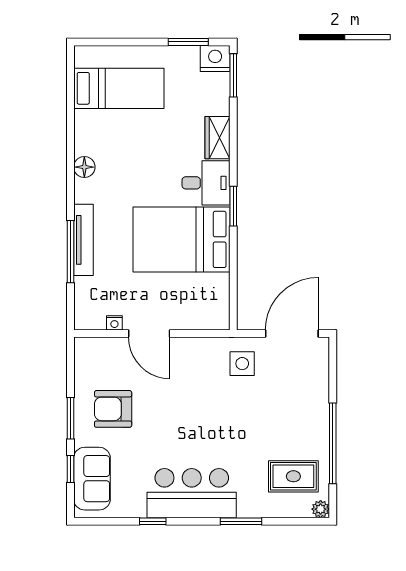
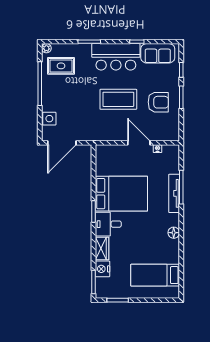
nightstand: (215, 59) -> (102, 269), moved, turned 90
side table: (242, 364) -> (49, 119), moved
coffee table: (187, 414) -> (118, 99), added
sofa: (92, 479) -> (158, 53), moved, turned -90

